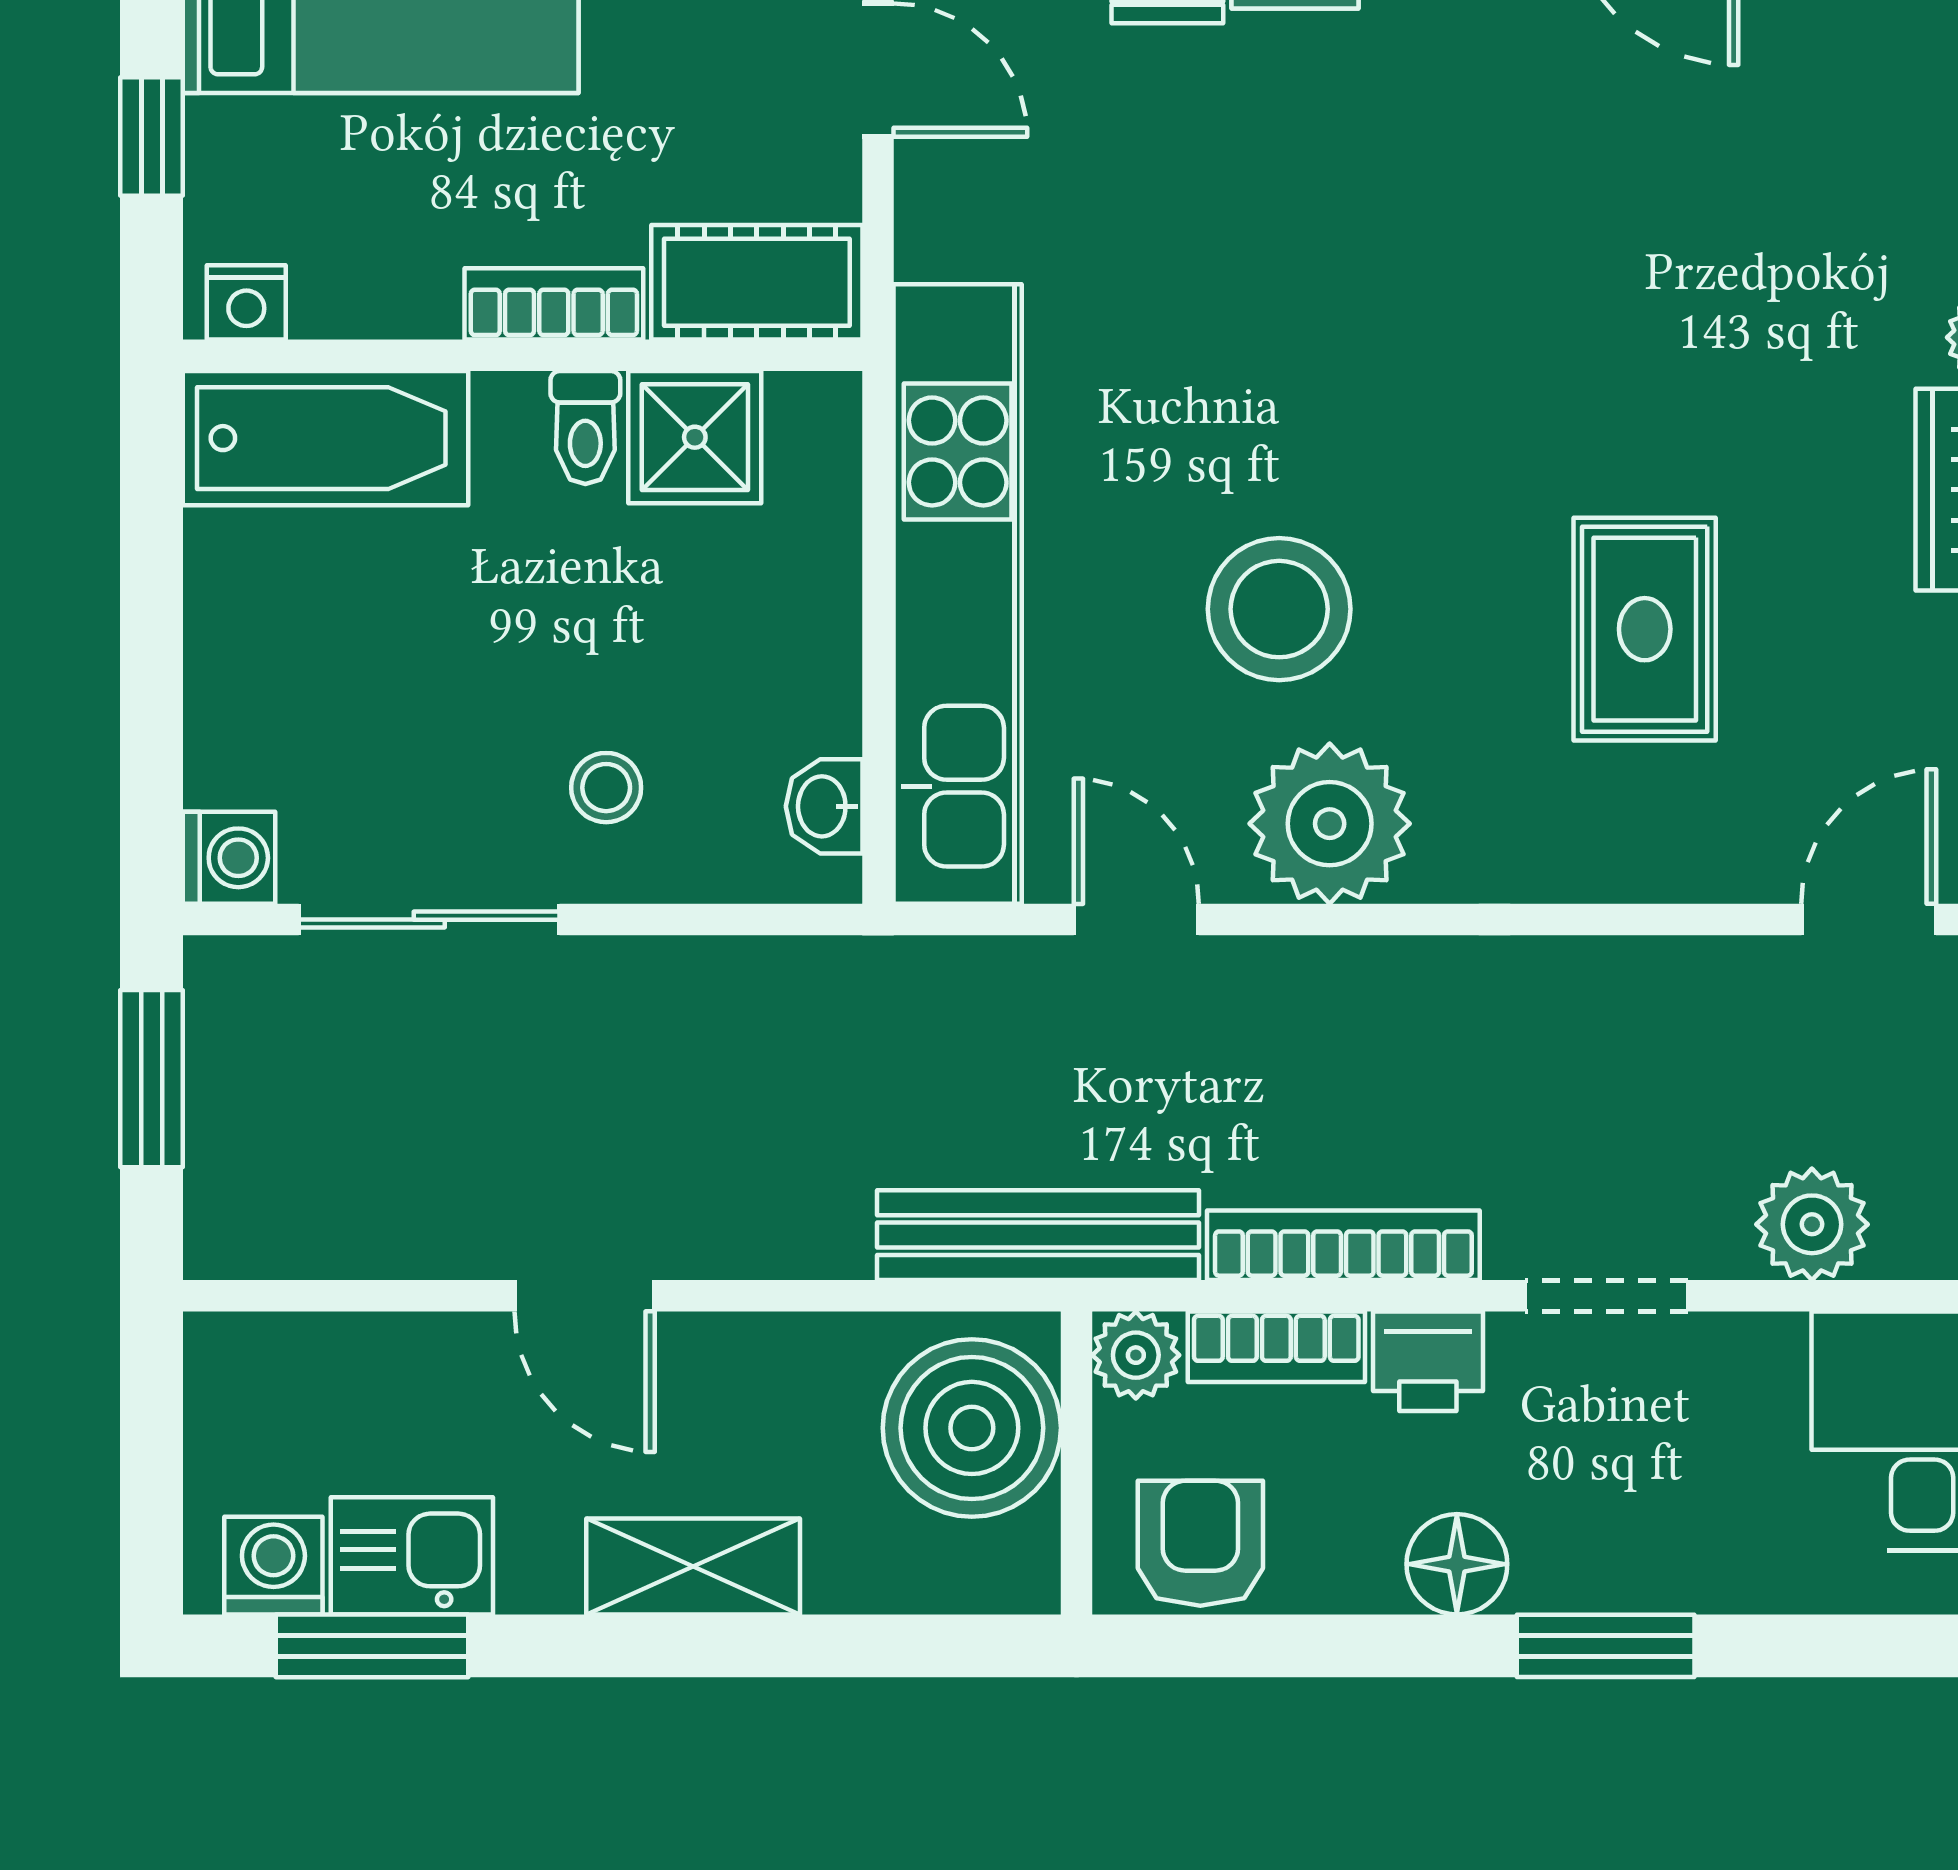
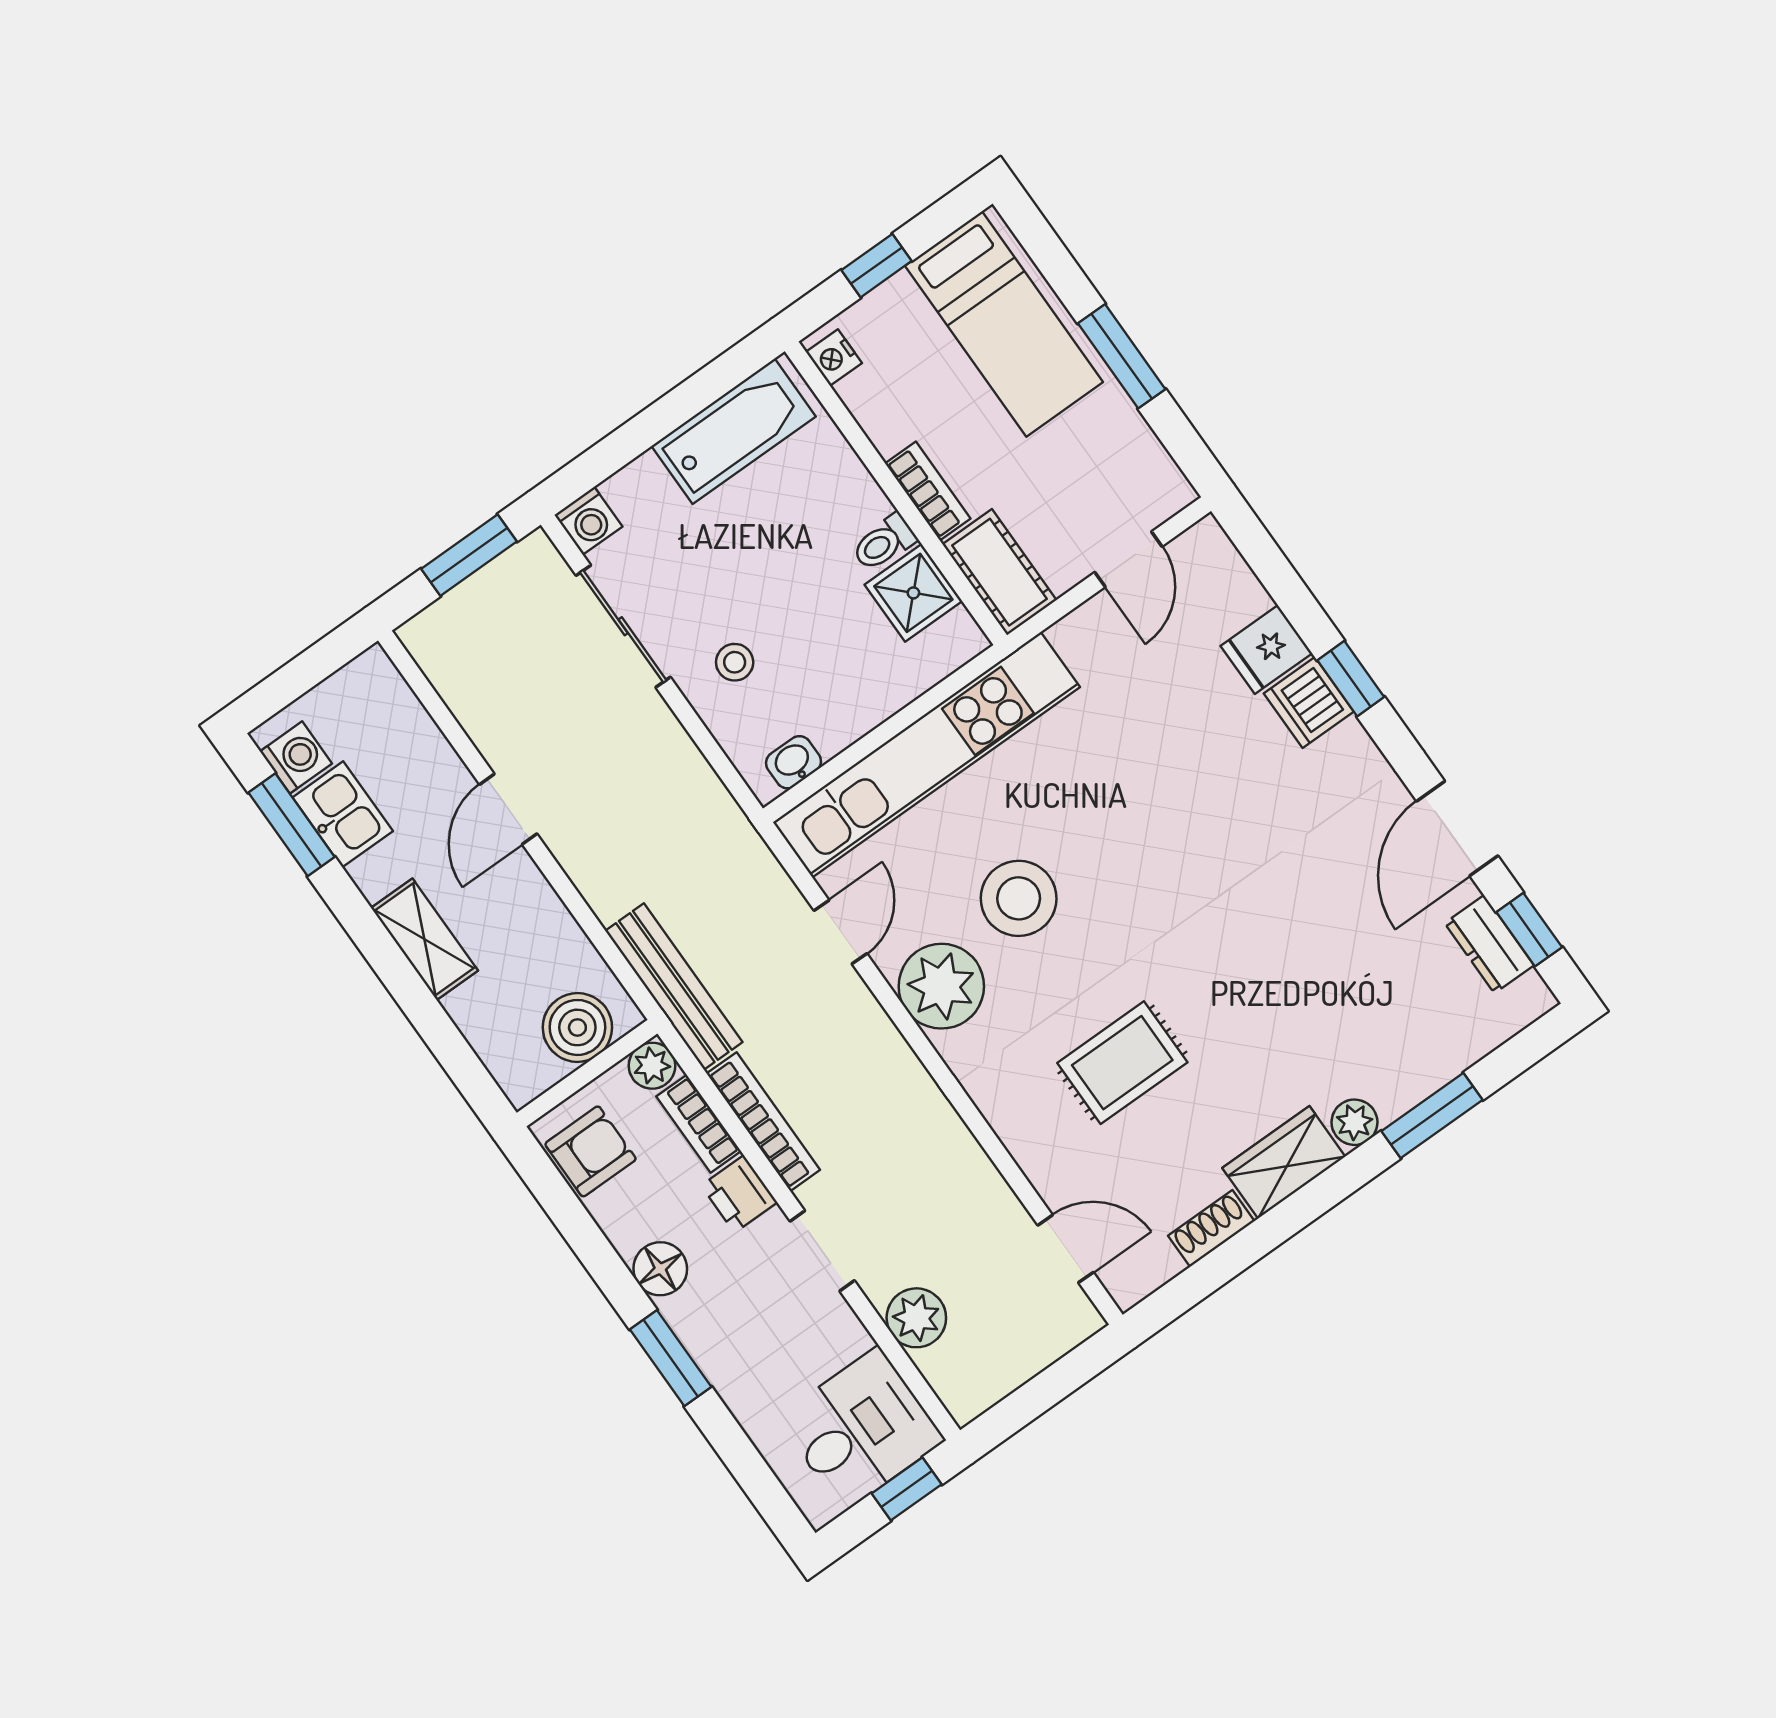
bathtub: (326, 438) -> (734, 431), moved, turned -90
boiler: (972, 1428) -> (577, 1027), width x0.73, depth x0.73

